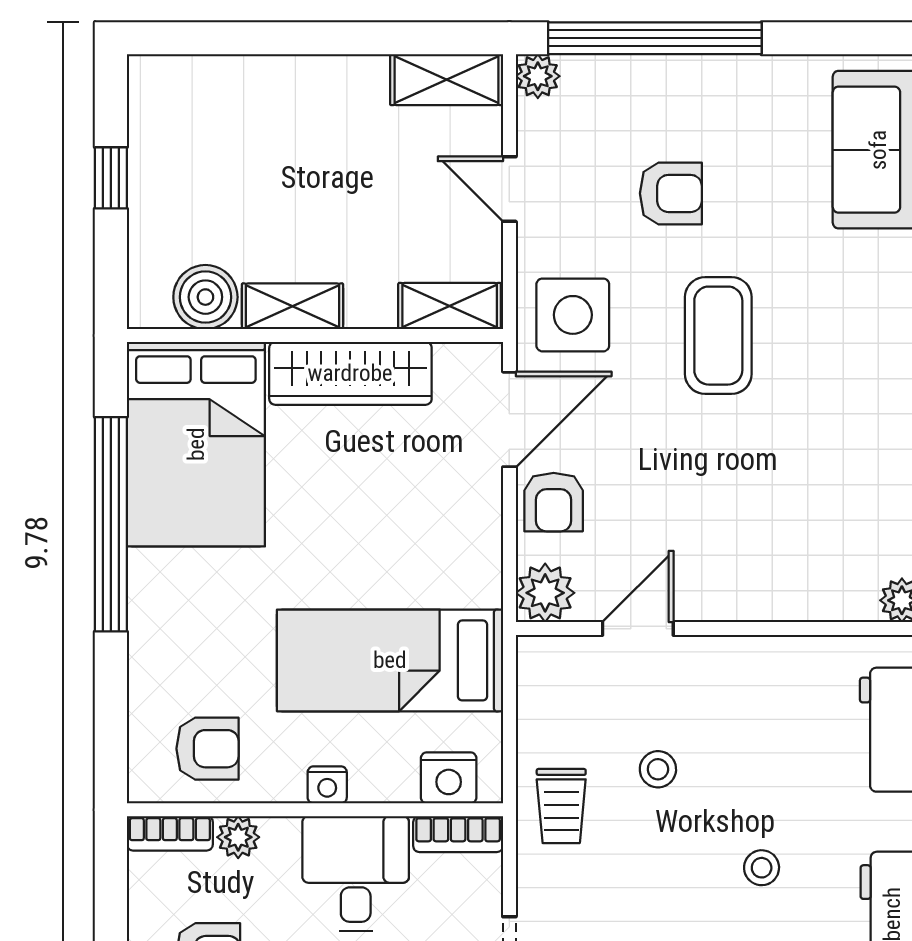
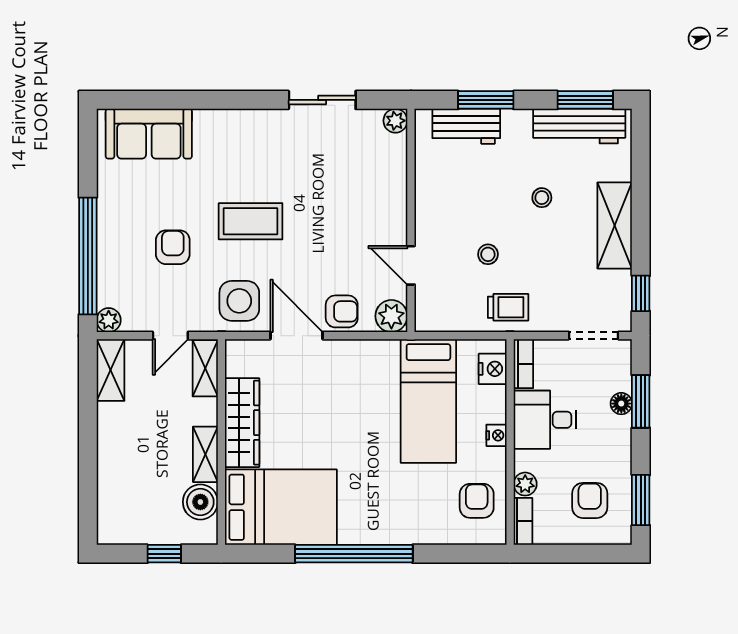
boiler: (205, 297) -> (200, 502), moved
shelving: (293, 306) -> (205, 454), moved
shelving: (450, 306) -> (205, 368), moved
wall: (315, 336) -> (221, 442), moved
wardrobe: (350, 373) -> (242, 423), moved
bed: (196, 444) -> (281, 507), moved

